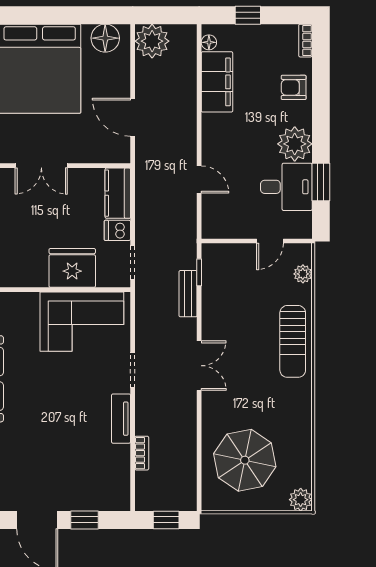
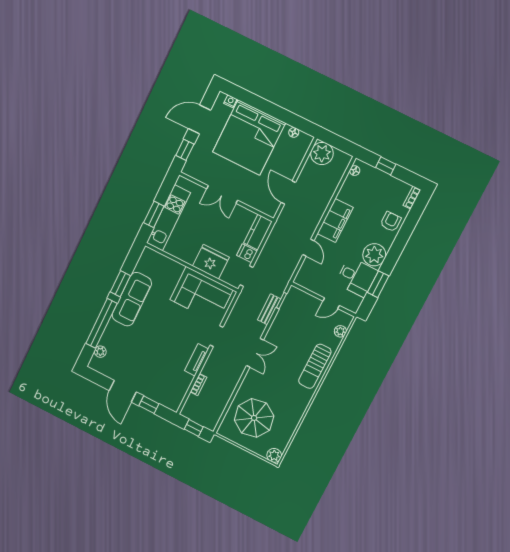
floor lamp: (105, 38) -> (294, 132), width x0.53, depth x0.53
filing cabinet: (217, 82) -> (335, 221), moved
armchair: (294, 87) -> (391, 222), turned 90

